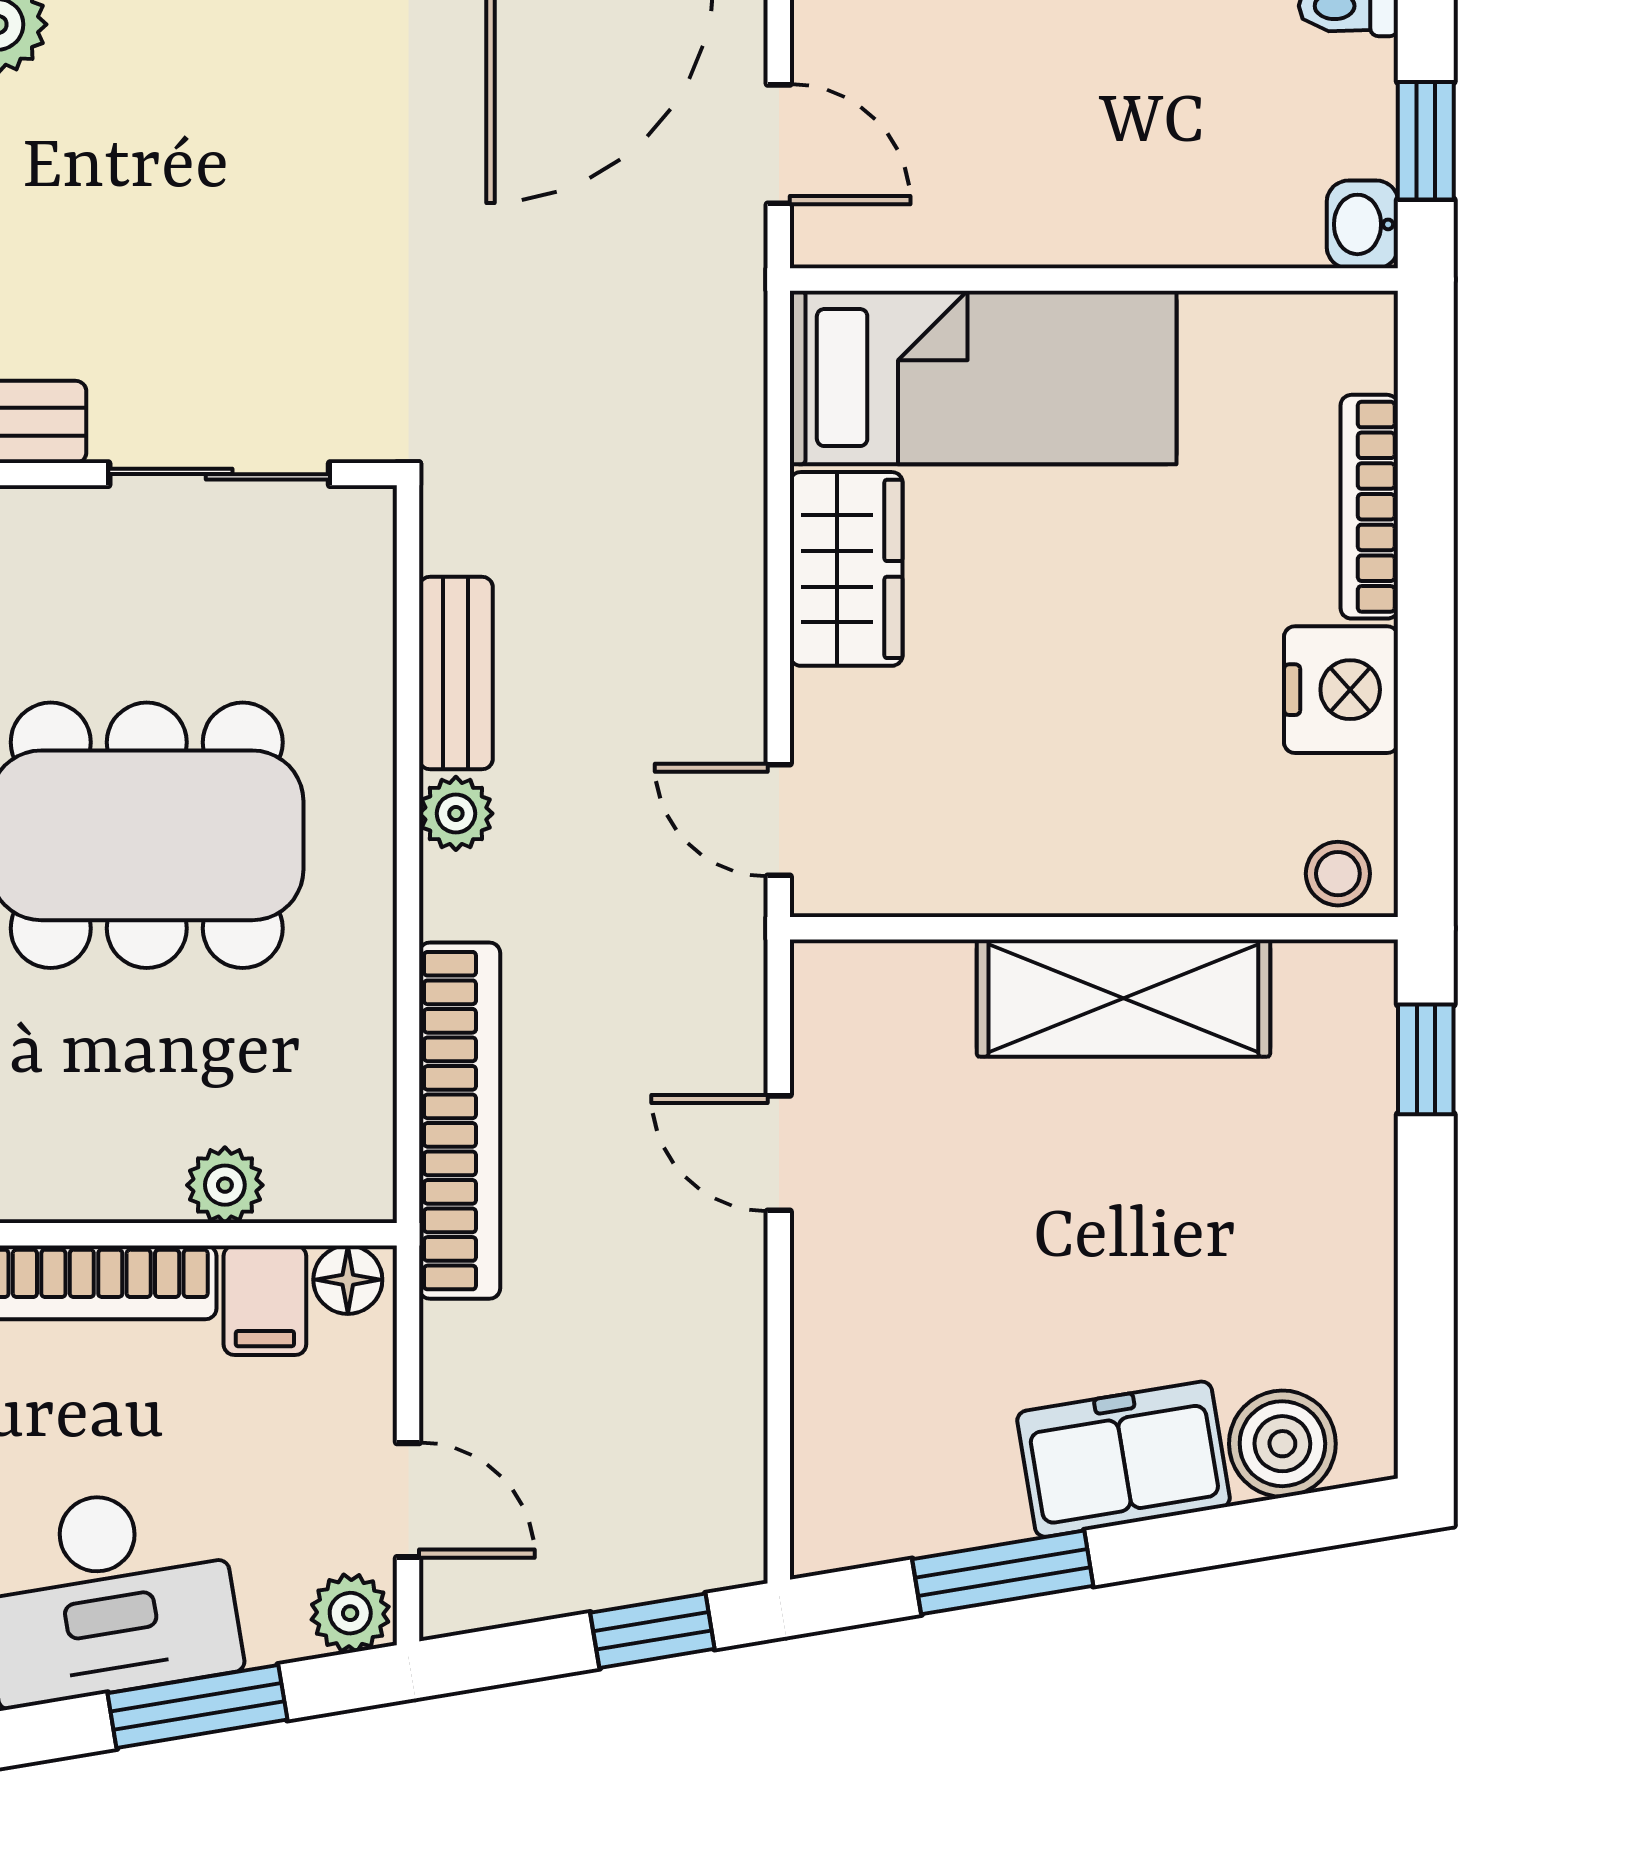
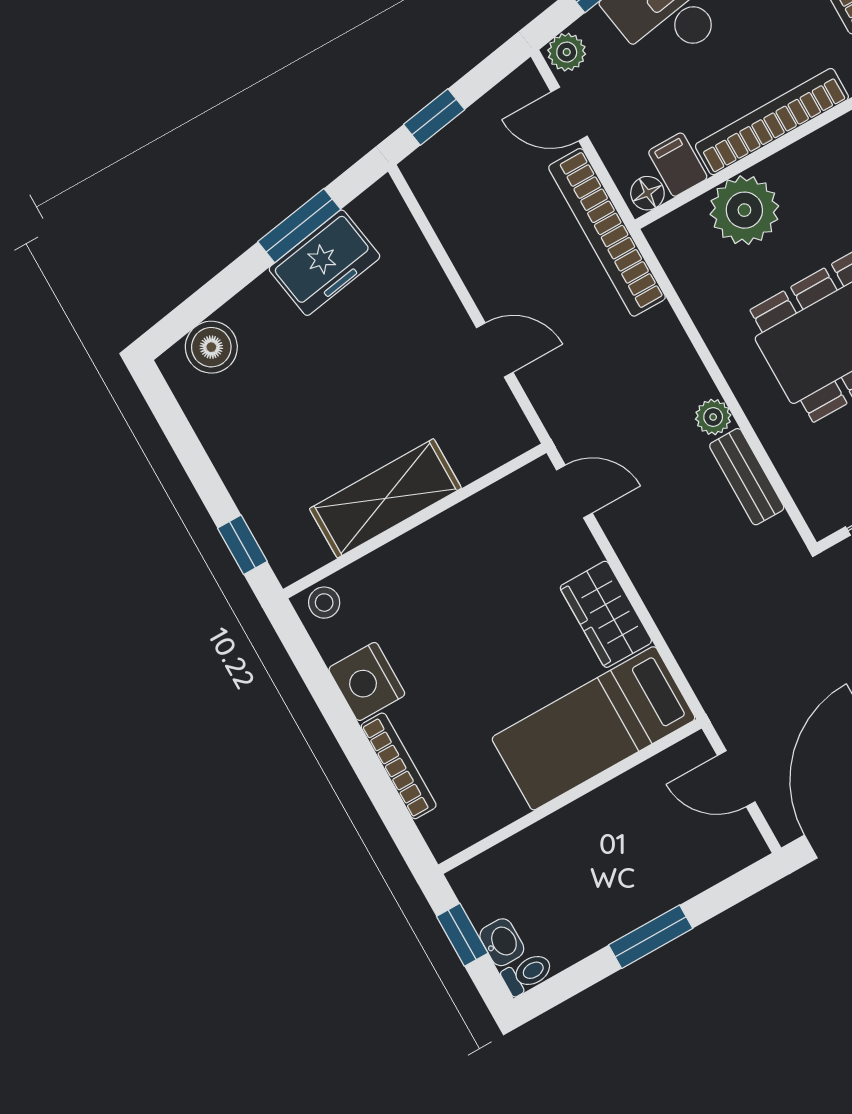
washbasin: (1362, 224) -> (502, 942), moved
bookcase: (460, 1121) -> (607, 232), moved
plant: (225, 1185) -> (744, 210), width x1.87, depth x1.87
freezer: (1124, 1459) -> (324, 263), moved

